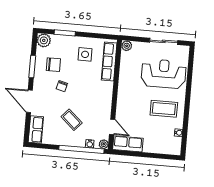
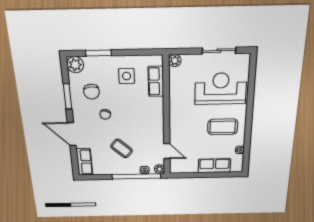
row of seats: (109, 61) -> (156, 81), width x0.68
chair: (53, 65) -> (91, 92), turned 86
row of seats: (128, 144) -> (214, 166), moved

